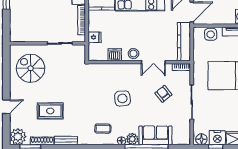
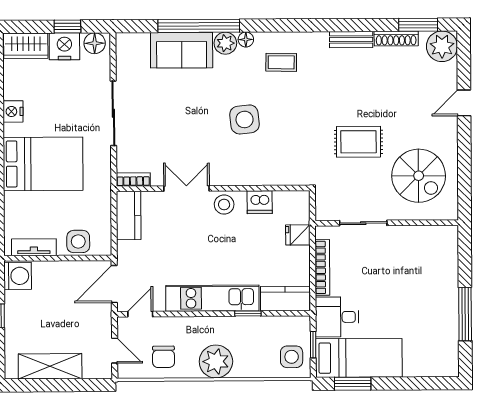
kitchen counter: (184, 42) -> (129, 216), width x0.67
armchair: (163, 94) -> (167, 129), removed
rug: (50, 111) -> (358, 142), moved

